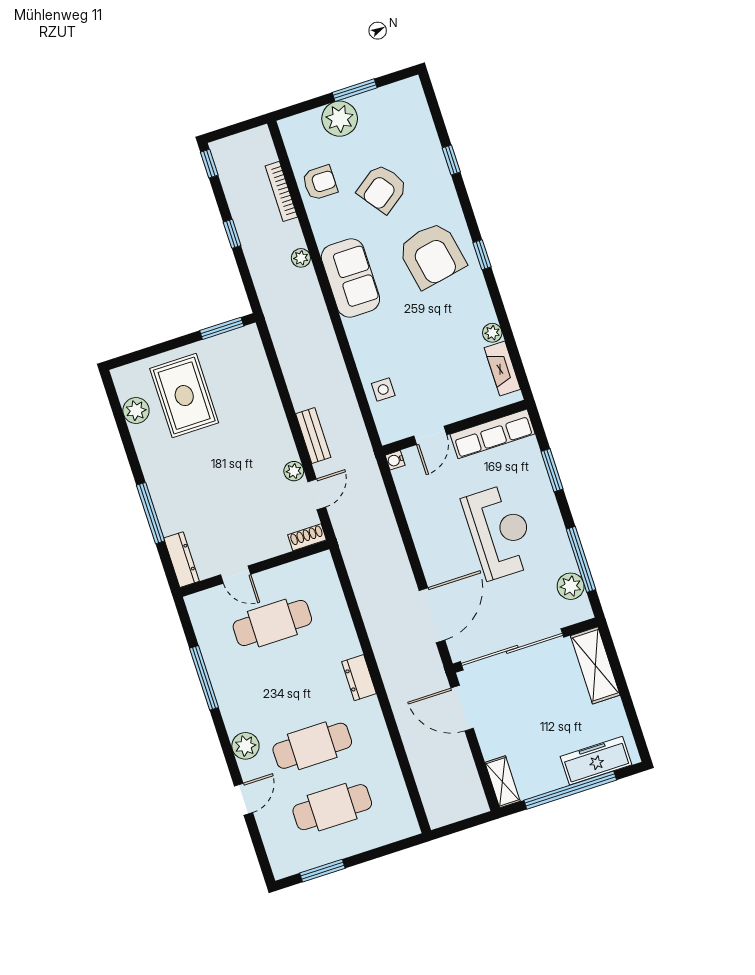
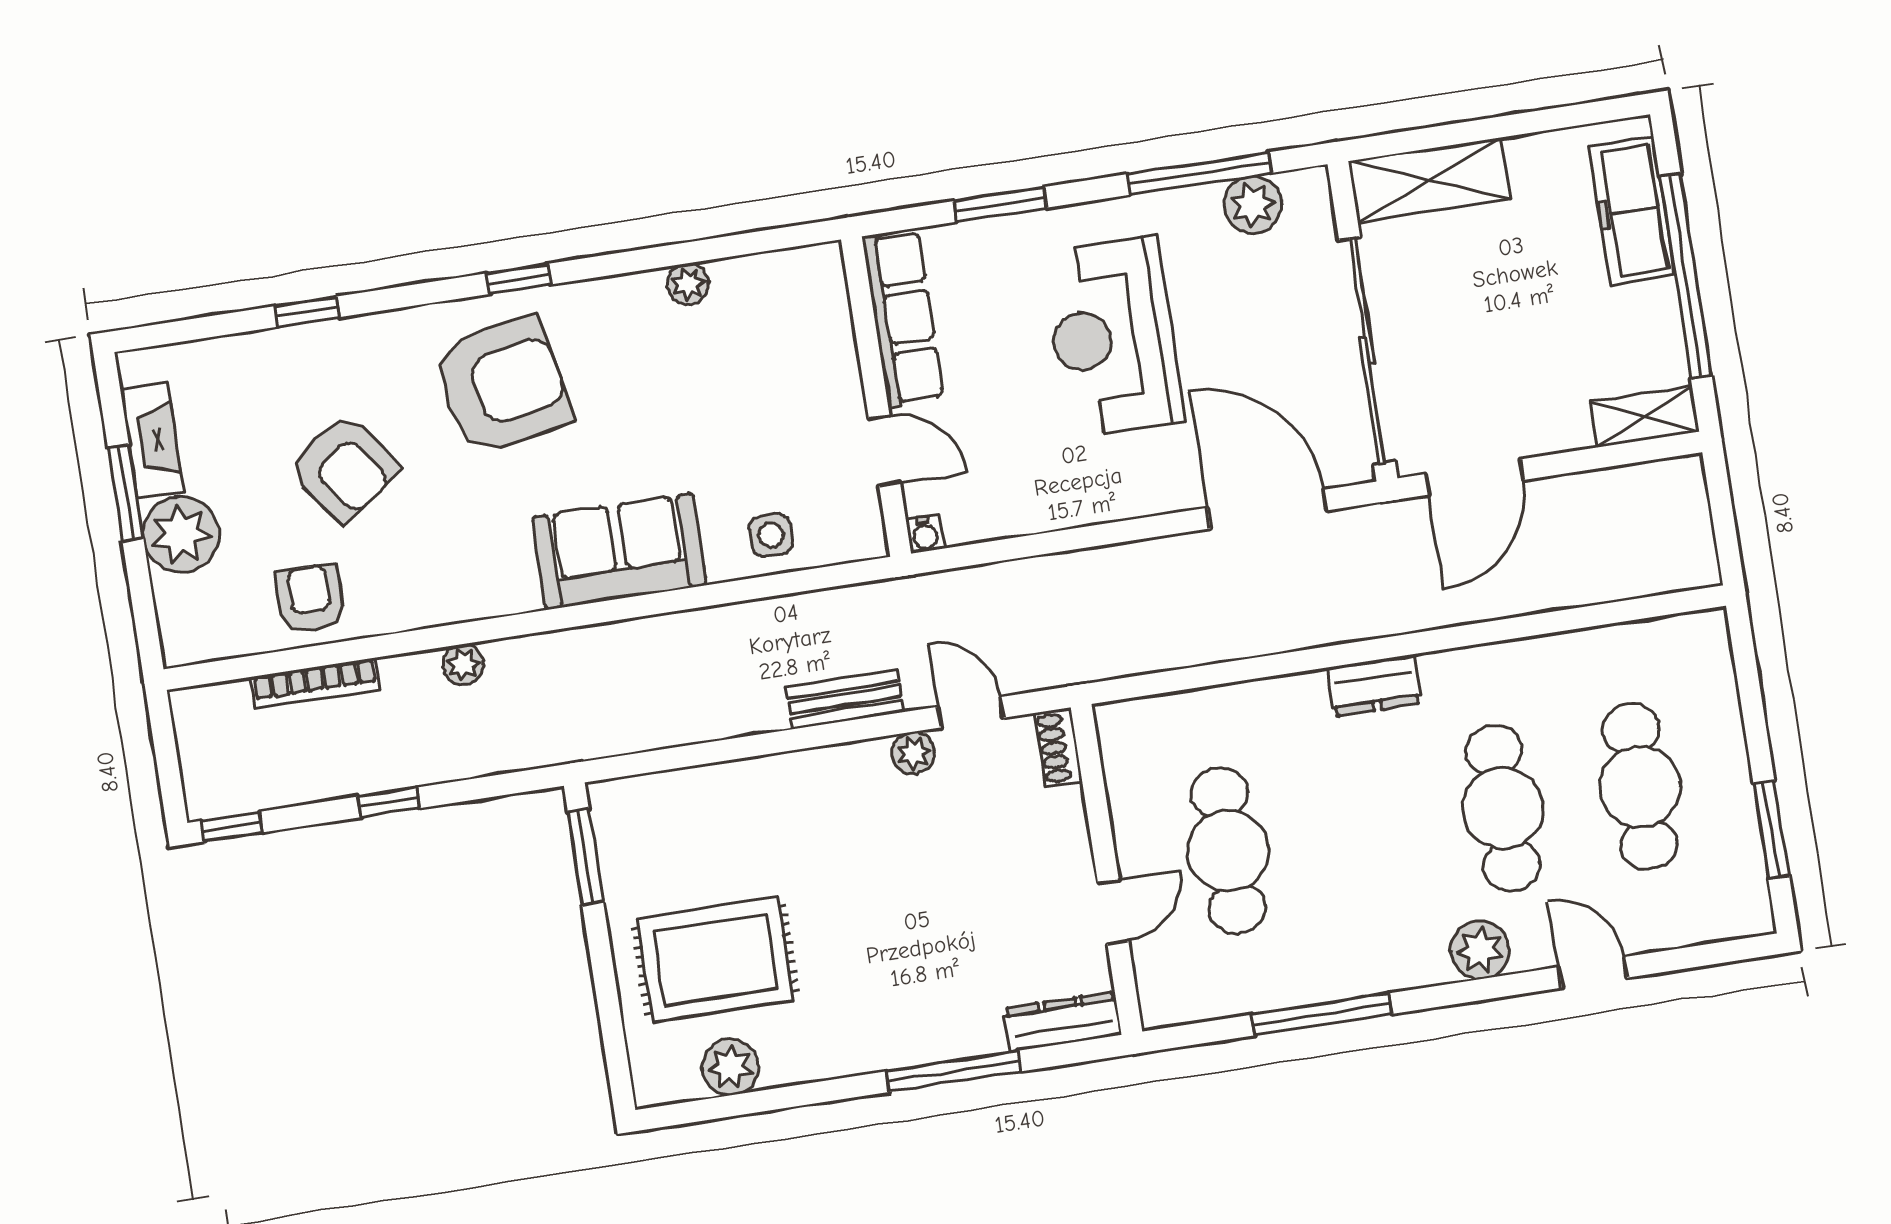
sofa: (350, 278) -> (619, 551), moved
fireplace: (502, 369) -> (152, 441), moved, turned -90
reception desk: (500, 532) -> (1113, 337), turned -90

